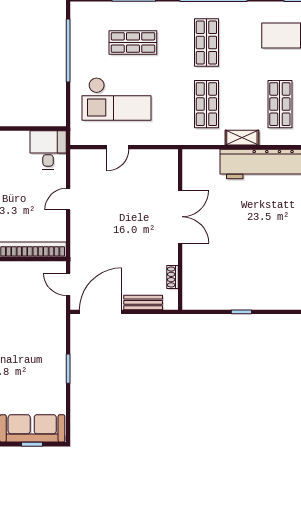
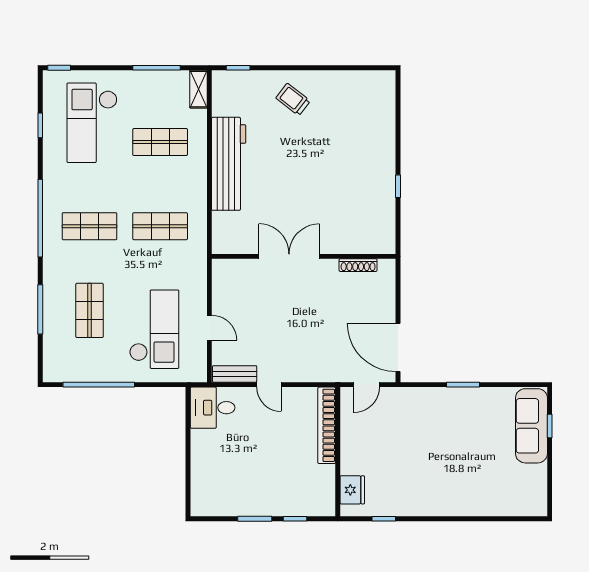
shelving: (242, 138) -> (198, 186), removed
shoe rack: (172, 277) -> (358, 265), width x1.43
bench: (143, 302) -> (235, 374), moved, turned 90

